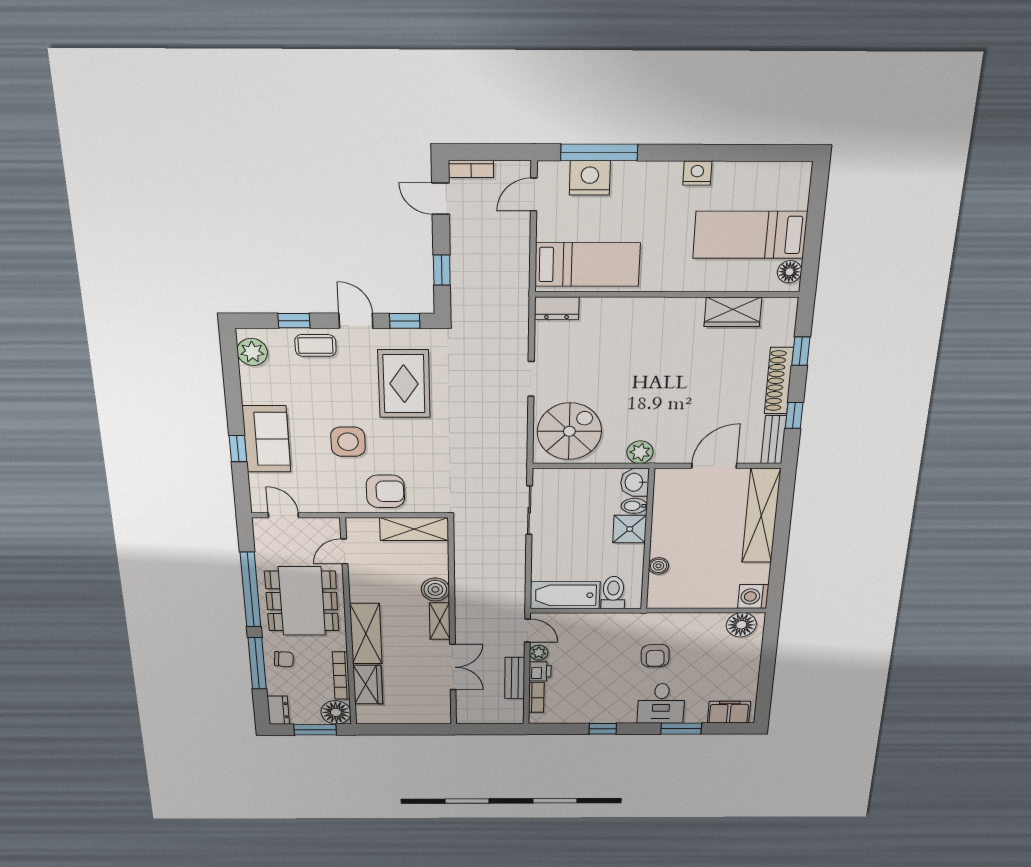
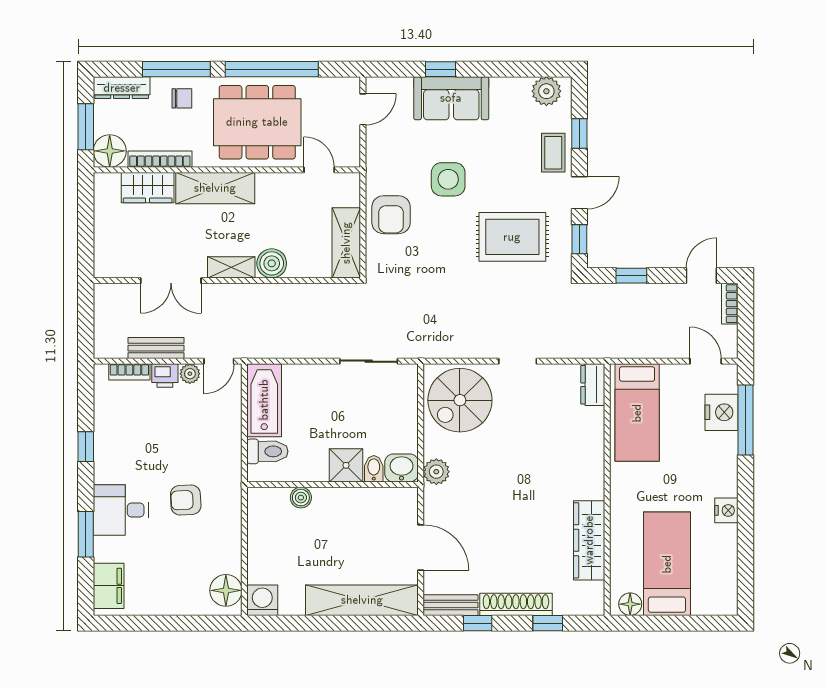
wardrobe: (733, 312) -> (589, 540), width x1.50
spiral stairs: (569, 431) -> (460, 400), turned 90
chair: (284, 659) -> (182, 98), turned -95
dresser: (278, 710) -> (122, 88), width x1.44

